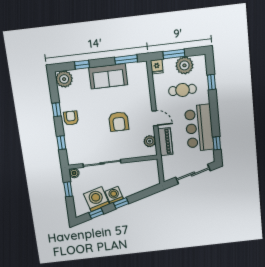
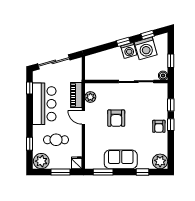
plant: (184, 65) -> (41, 161), moved
window: (57, 110) -> (171, 125), moved
armchair: (119, 122) -> (116, 118), turned 180

